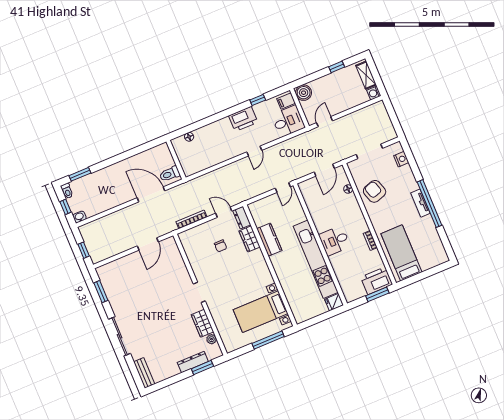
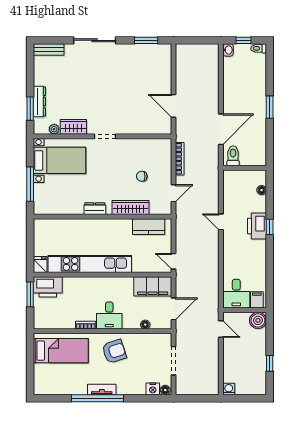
shelving: (366, 75) -> (249, 389), removed
window: (258, 100) -> (270, 227), moved
printer: (243, 119) -> (257, 226), moved
floor lamp: (398, 148) -> (165, 390), added
door: (254, 151) -> (221, 222), moved
door: (324, 170) -> (173, 309), swing flipped
window: (80, 174) -> (270, 107), moved
armchair: (375, 191) -> (114, 351), moved
filing cabinet: (312, 196) -> (153, 286), added
dresser: (242, 218) -> (95, 209), moved
wardrobe: (250, 239) -> (131, 208), width x1.50
kitchen counter: (269, 240) -> (149, 227), moved
desk: (335, 241) -> (109, 316), moved, turned 180
window: (84, 250) -> (194, 40), removed
printer: (377, 281) -> (48, 287), moved, turned 90
window: (377, 294) -> (30, 294), moved
bed with nightstands: (261, 312) -> (59, 160), moved, turned 90

